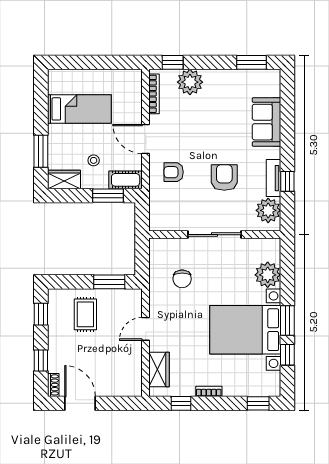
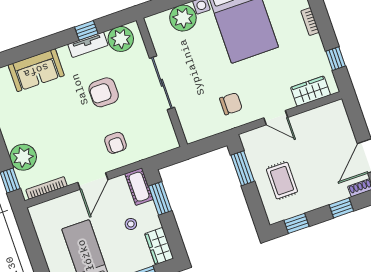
chair: (182, 279) -> (231, 104), moved
rug: (85, 314) -> (282, 181), turned 90
bookcase: (209, 391) -> (310, 22), moved

